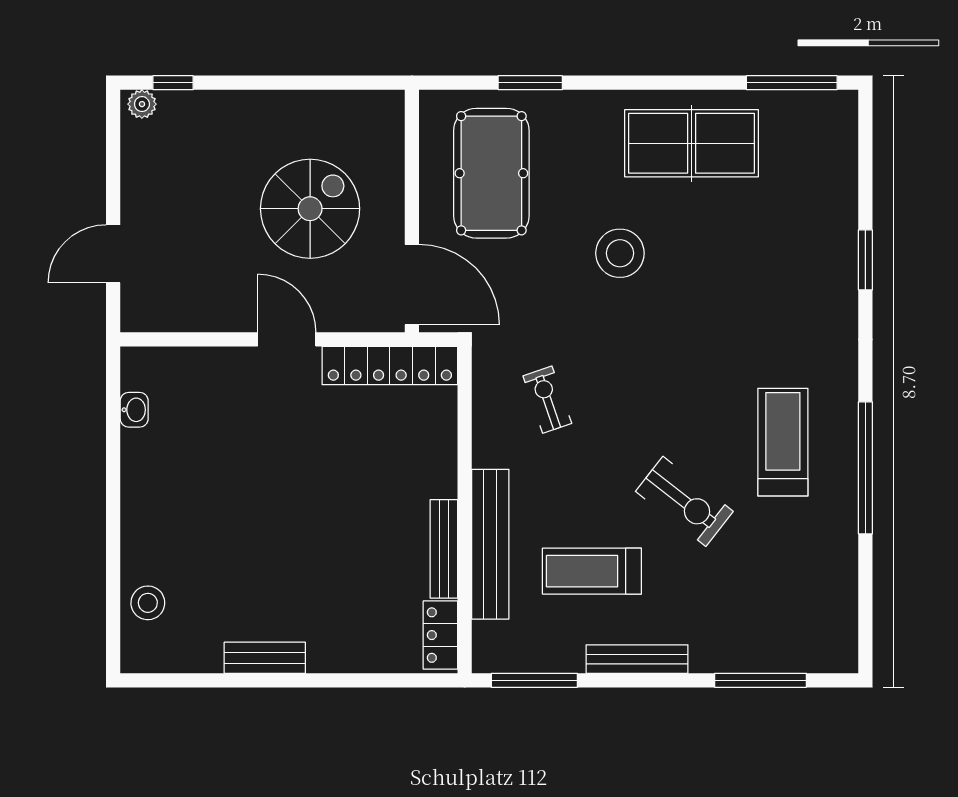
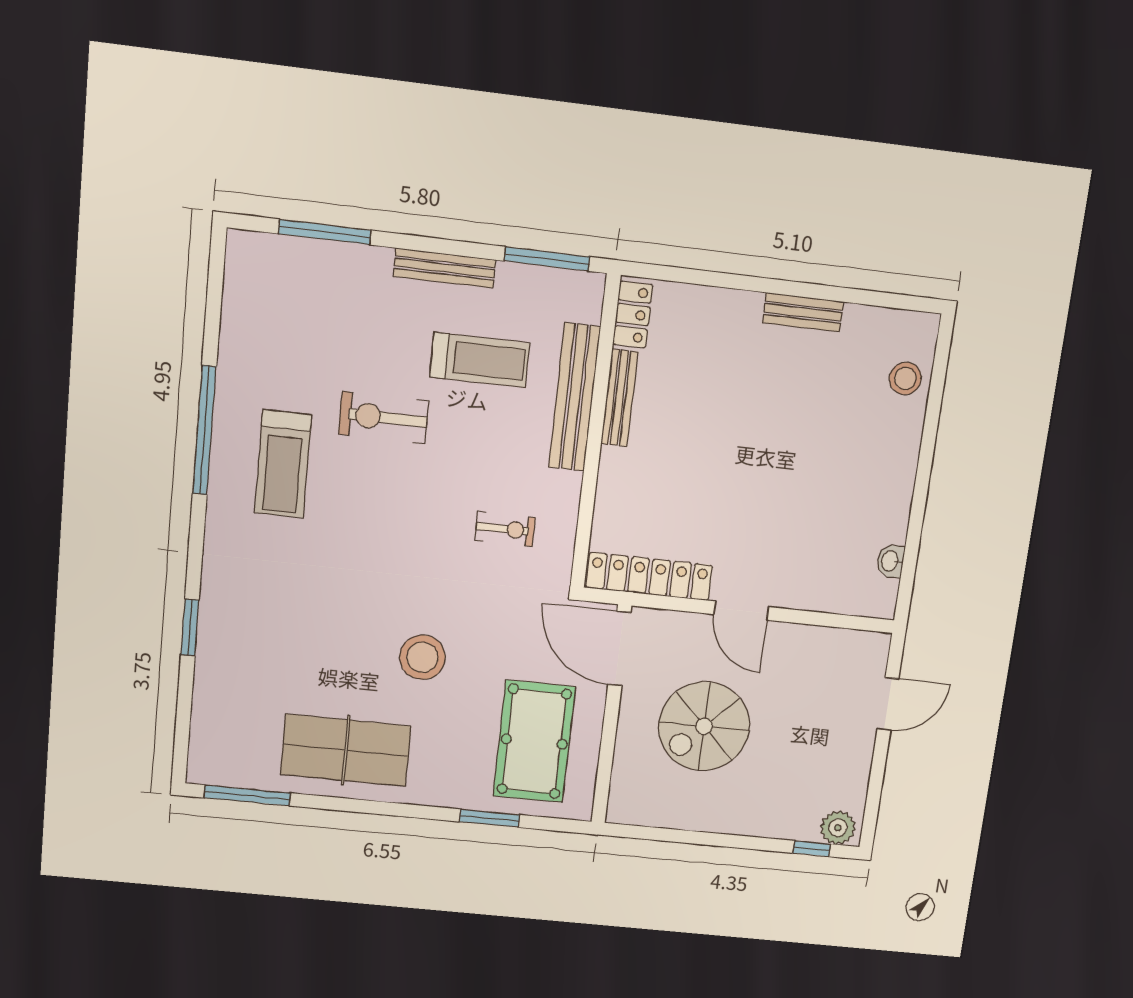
plant: (142, 104) -> (838, 828), width x1.38, depth x1.38
exercise bike: (547, 400) -> (505, 529), turned -71
exercise bike: (684, 501) -> (384, 418), turned -38

